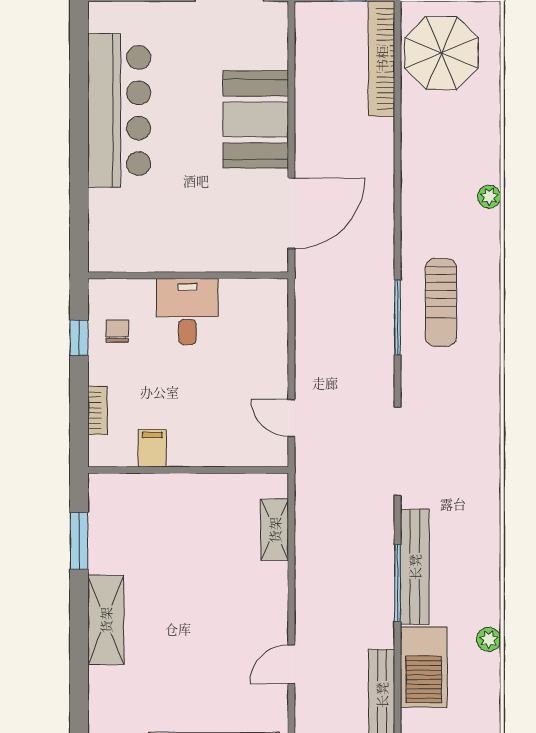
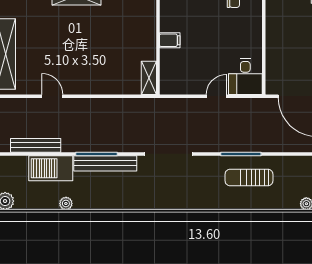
desk: (187, 311) -> (245, 77), moved, turned 90
door: (291, 418) -> (216, 96), moved
filing cabinet: (152, 448) -> (170, 40), moved
shelving: (275, 530) -> (149, 78), moved, turned 90

